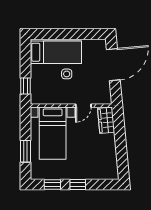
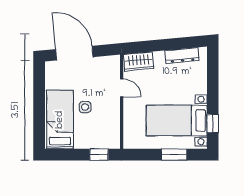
bed with nightstands: (53, 133) -> (177, 120), moved, turned 180
dresser: (111, 158) -> (182, 55), added
window: (78, 184) -> (213, 94), removed

